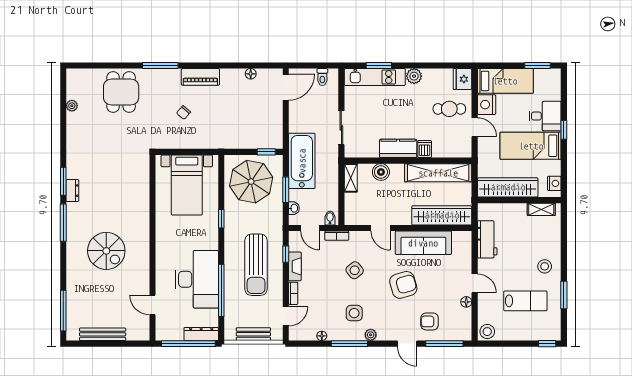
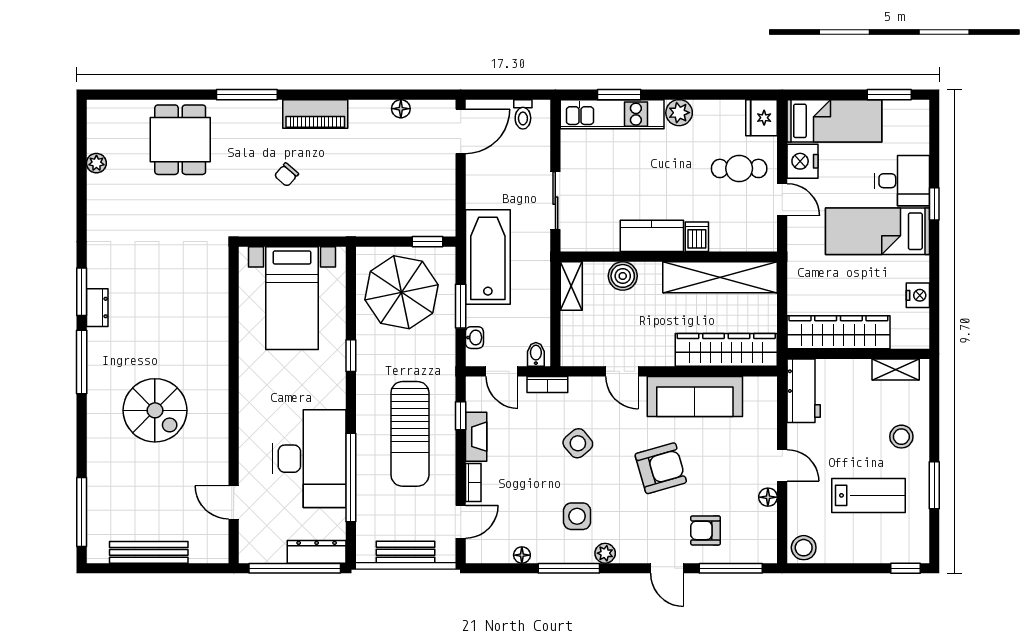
wardrobe: (508, 187) -> (838, 332), moved
wall: (519, 200) -> (858, 354), moved
shelving: (541, 209) -> (896, 369), moved

